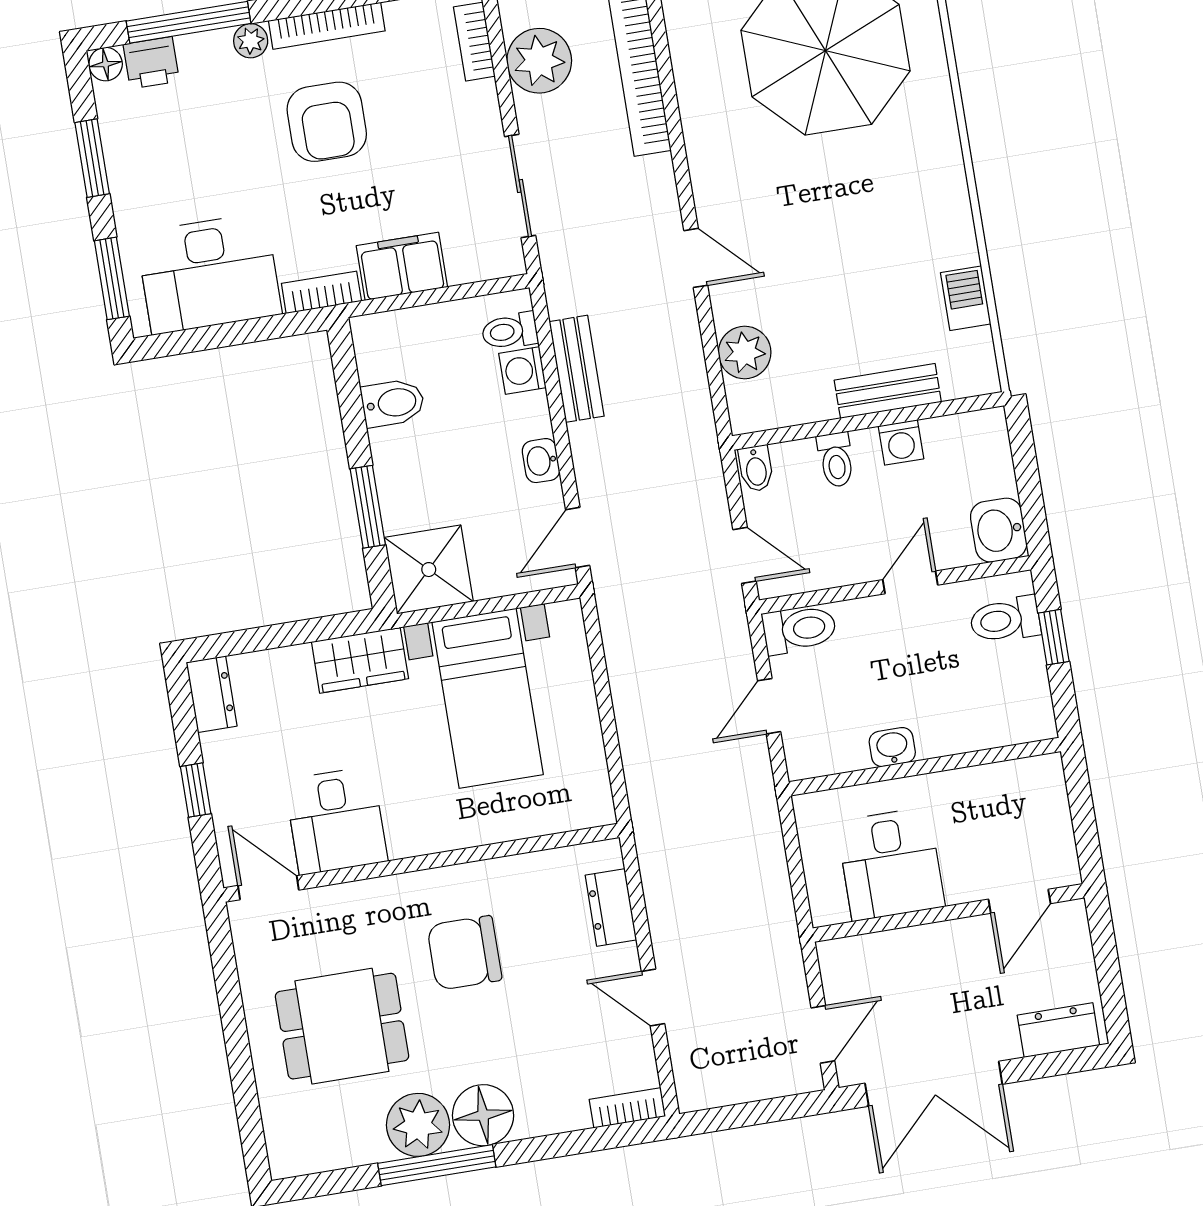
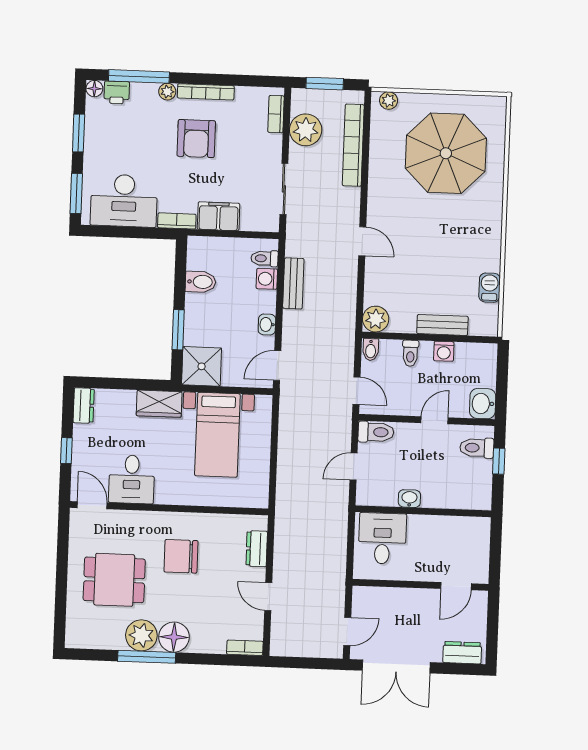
plant: (745, 352) -> (376, 319), moved
desk: (891, 864) -> (382, 538), moved, turned 180

